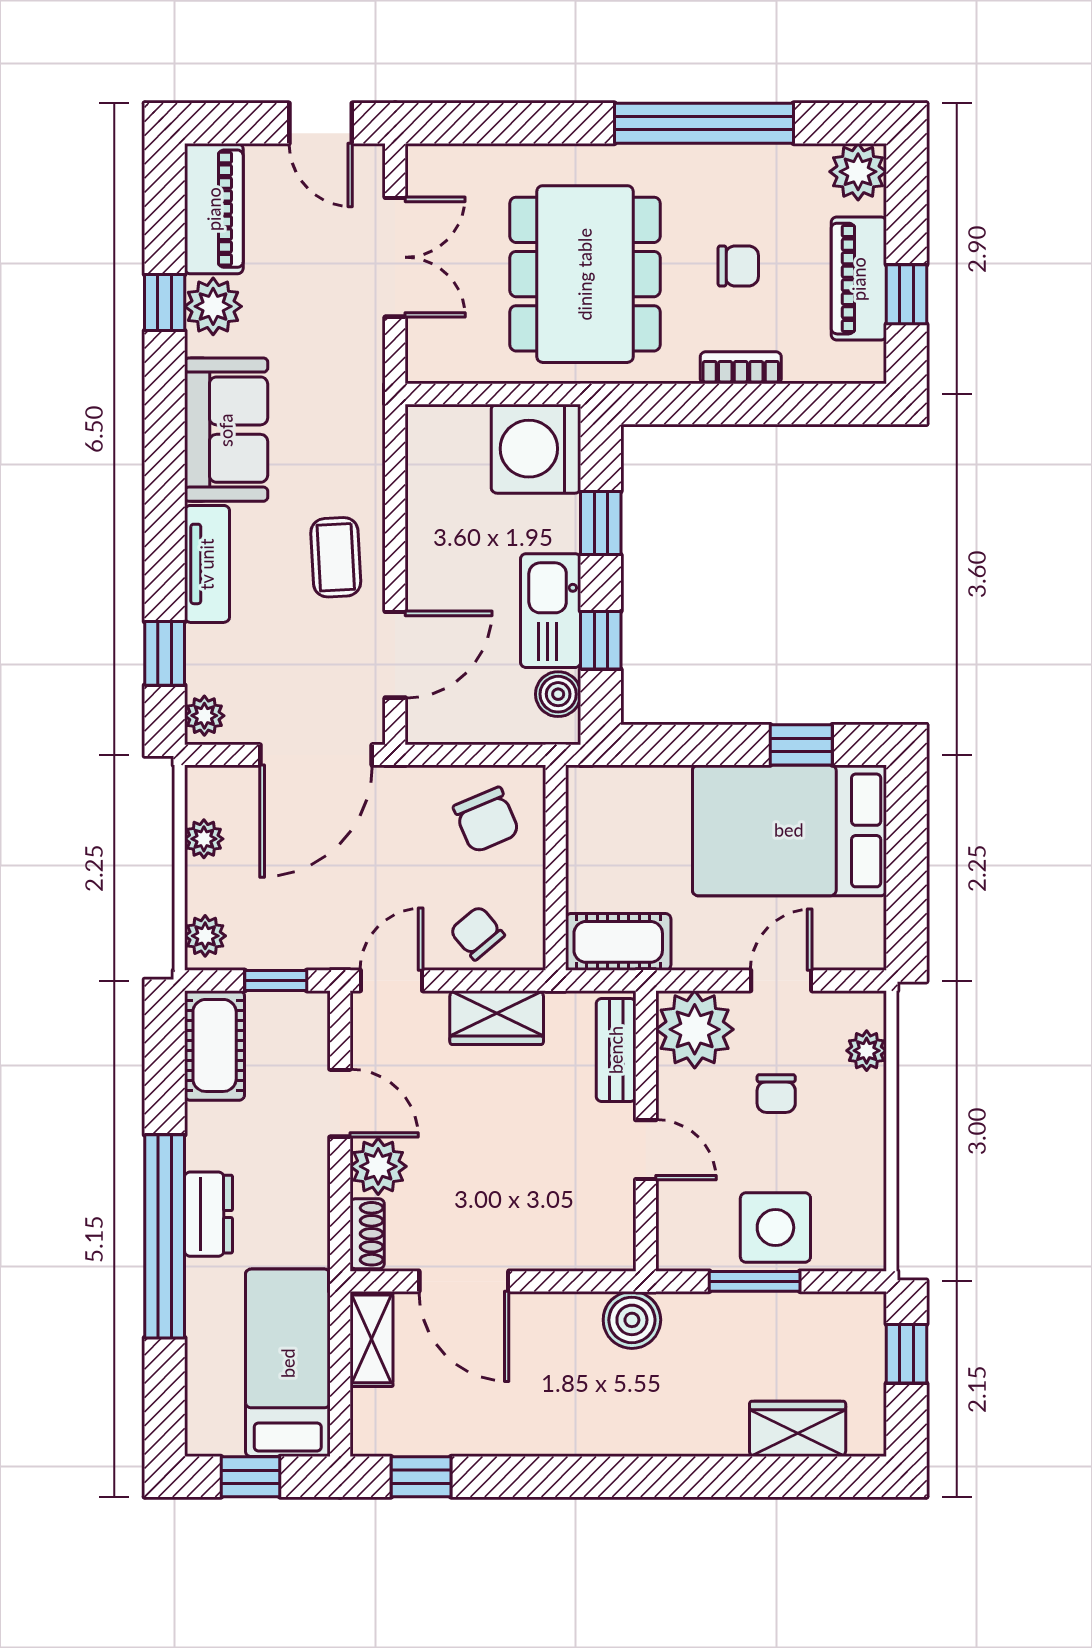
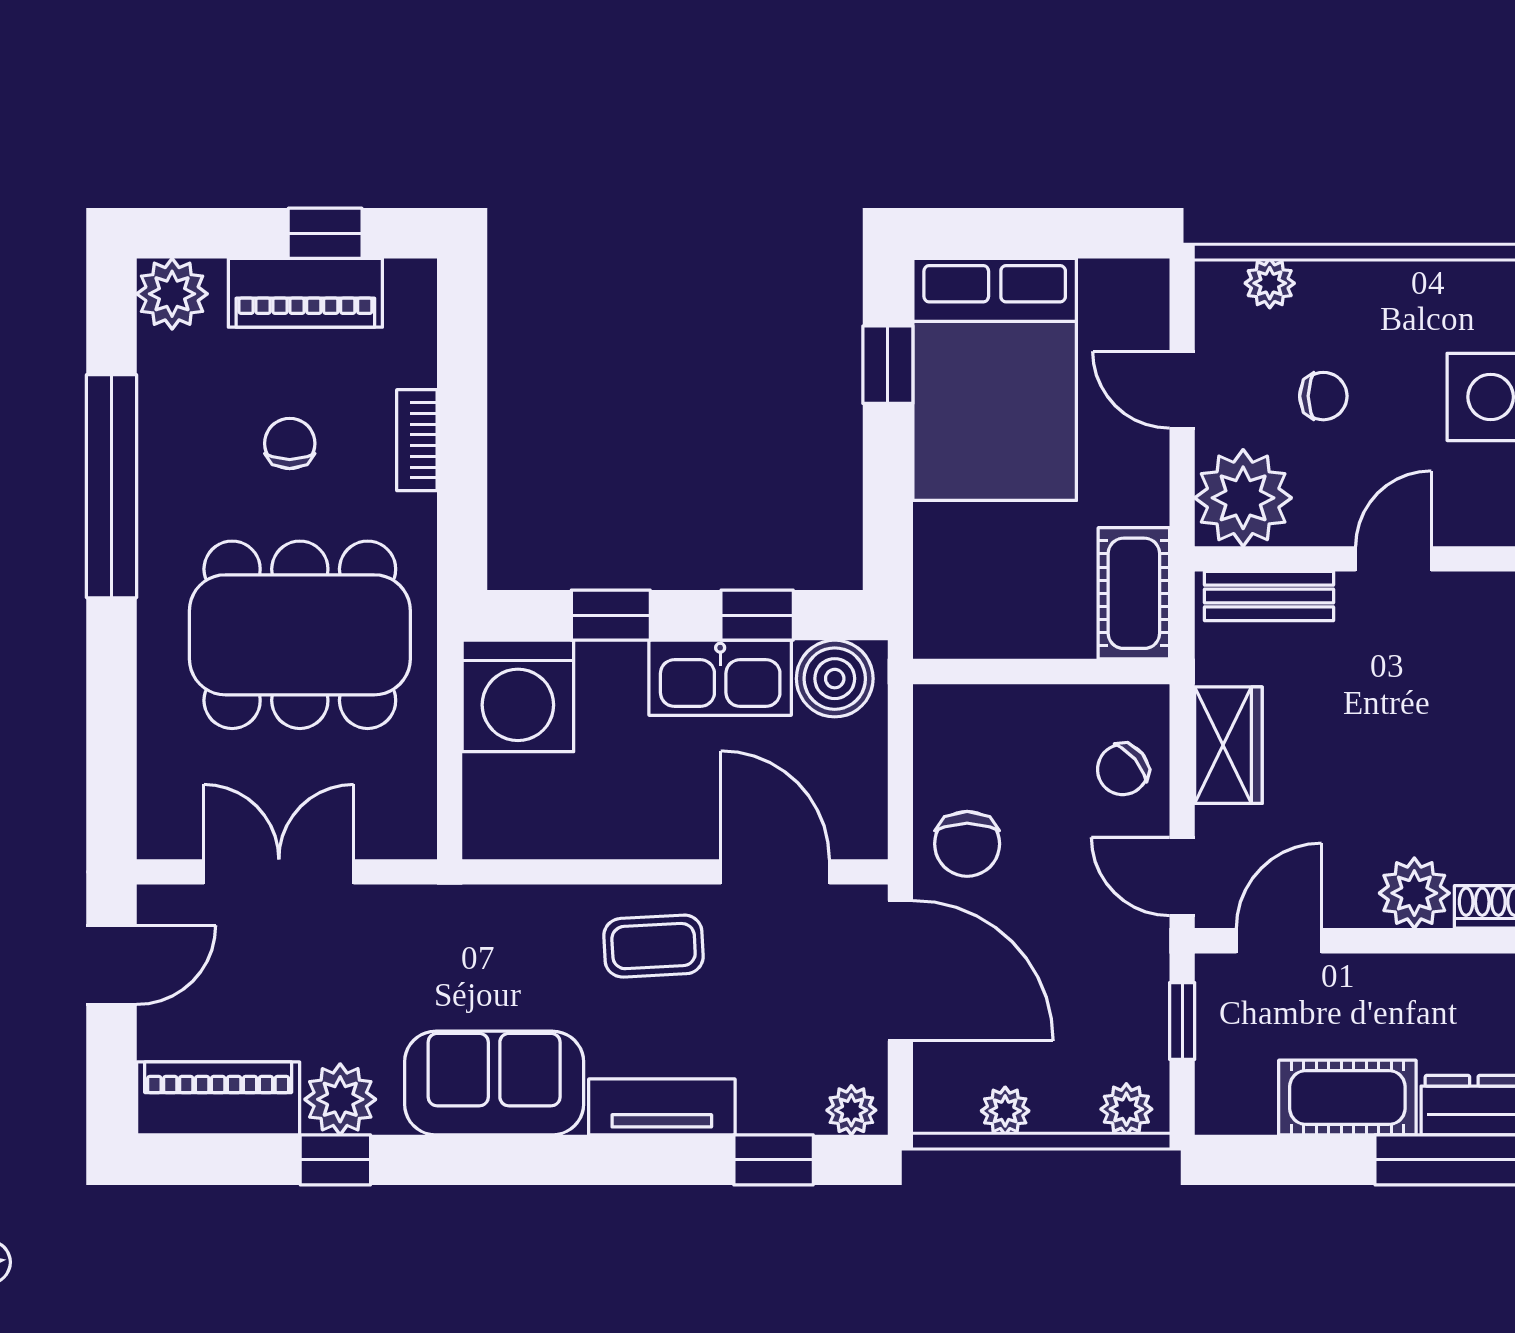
boiler: (558, 694) -> (835, 679), width x1.36, depth x1.36
chair: (486, 820) -> (967, 844), moved, turned 113
cot: (215, 1045) -> (1347, 1098), moved
door: (340, 1103) -> (1279, 941), moved

